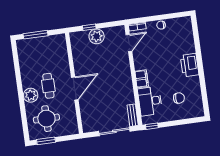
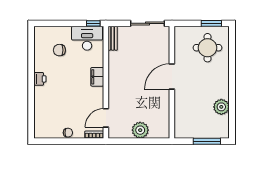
window: (89, 27) -> (147, 141), removed
printer: (190, 65) -> (40, 79), width x0.53, depth x0.68
cafe table: (48, 86) -> (200, 83), removed
plant: (31, 95) -> (221, 107), moved
desk: (150, 101) -> (87, 38), moved, turned -90
sliding door: (114, 131) -> (148, 23), moved

